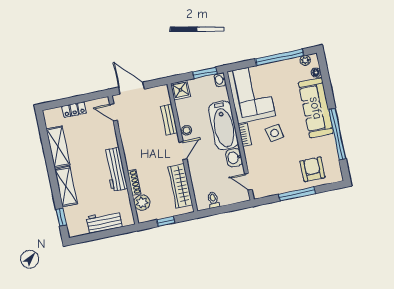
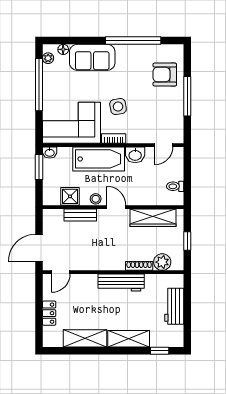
shower: (181, 90) -> (70, 196), moved
sofa: (316, 108) -> (92, 57), width x0.73

